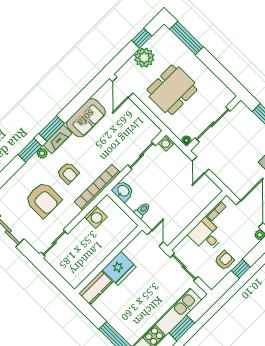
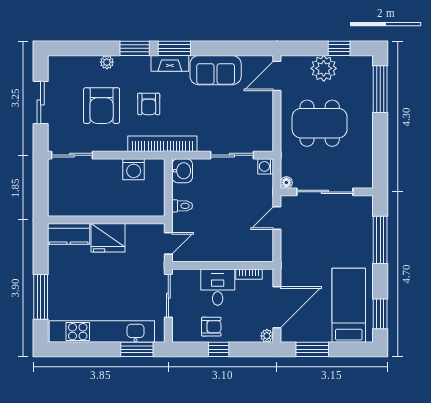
plant: (42, 153) -> (107, 62), moved
window: (182, 328) -> (137, 349), moved

